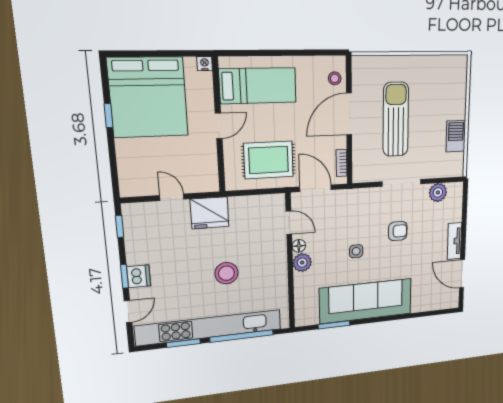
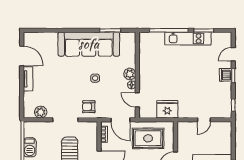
door: (172, 197) -> (204, 120), hinge flipped
fridge: (210, 213) -> (167, 109), moved
armchair: (398, 231) -> (89, 107), moved
stool: (226, 273) -> (176, 72), removed
kitchen unit: (209, 327) -> (188, 39), width x0.54

